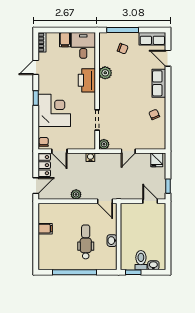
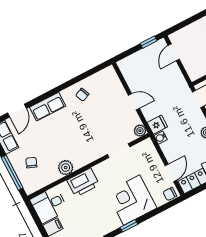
fridge: (157, 160) -> (157, 125), moved

